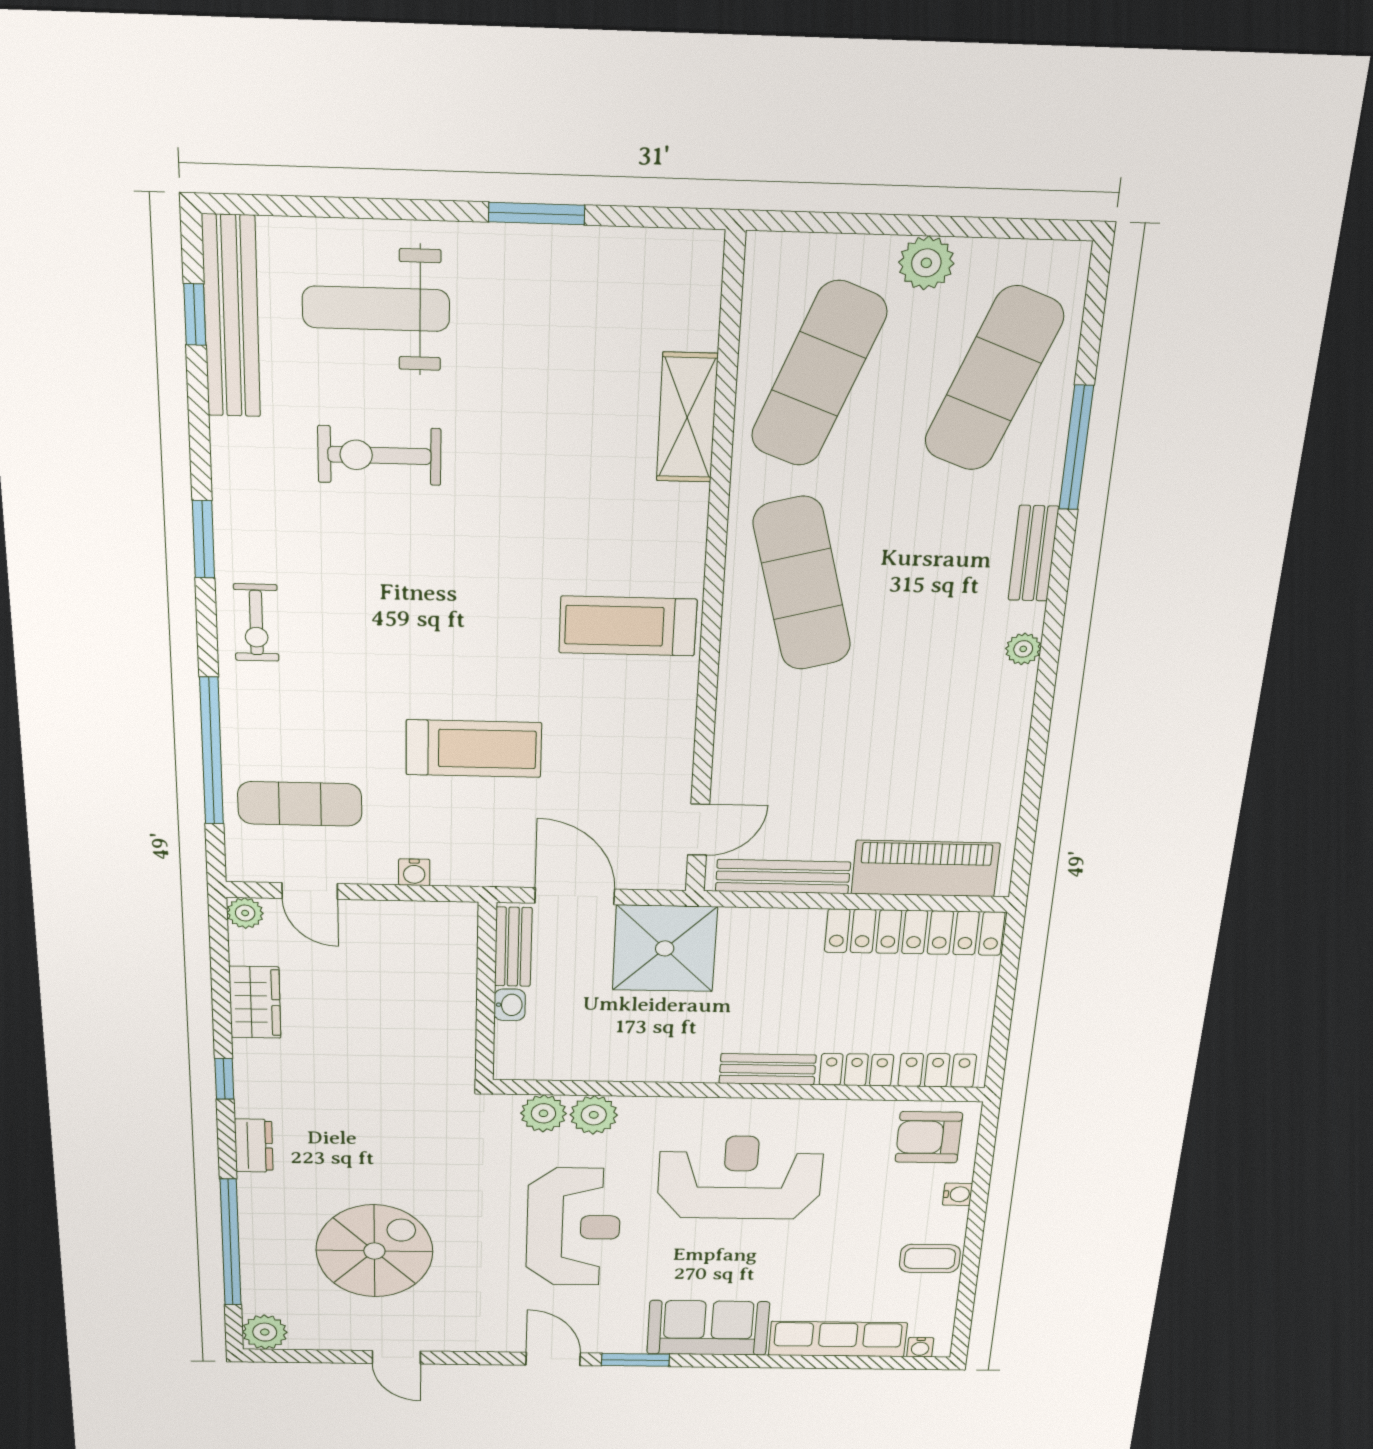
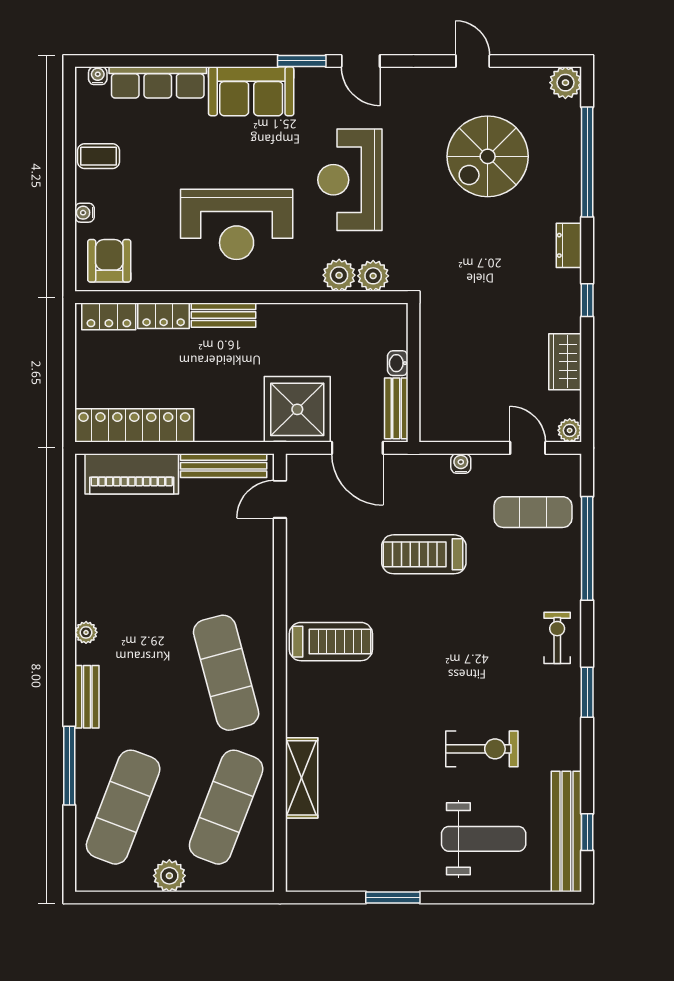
armchair: (929, 1137) -> (109, 261), turned -90

